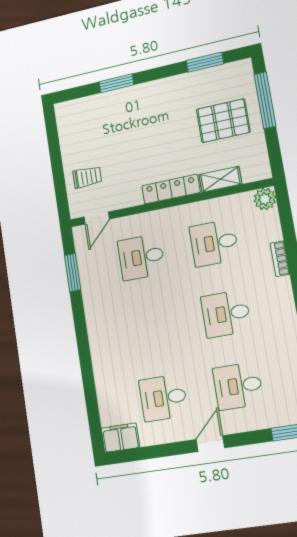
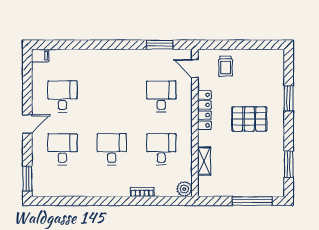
pallet: (223, 121) -> (249, 119), moved, turned 90
locker: (171, 189) -> (204, 110), moved
filing cabinet: (120, 438) -> (40, 55), width x0.50
door: (210, 444) -> (27, 124), hinge flipped

